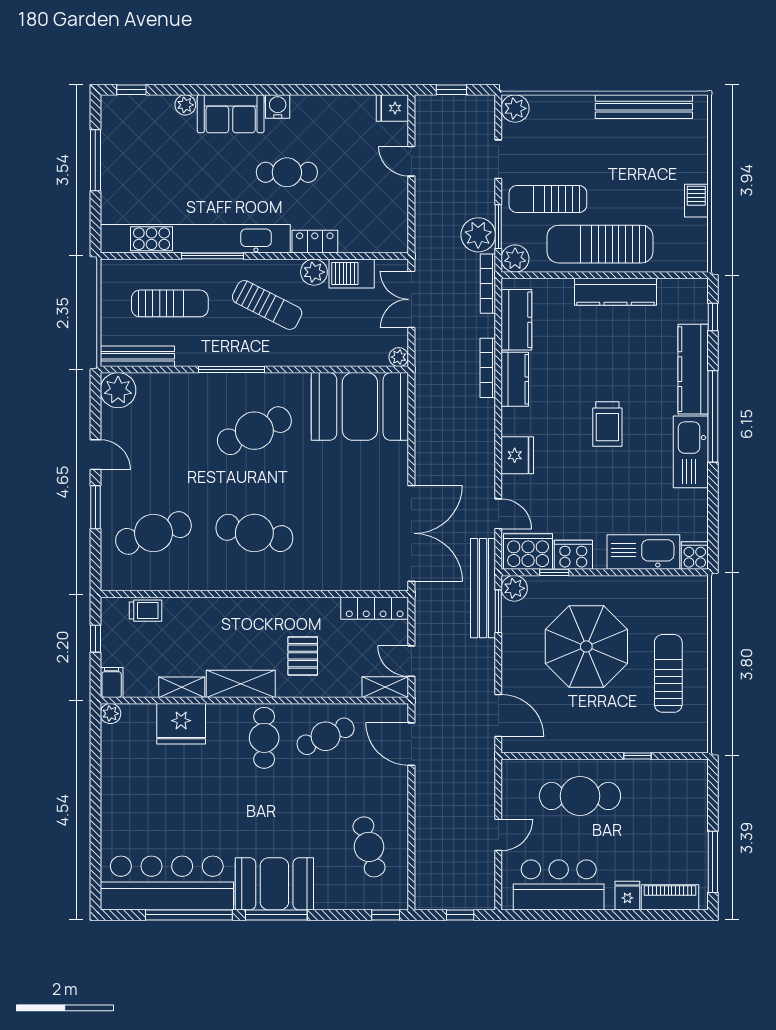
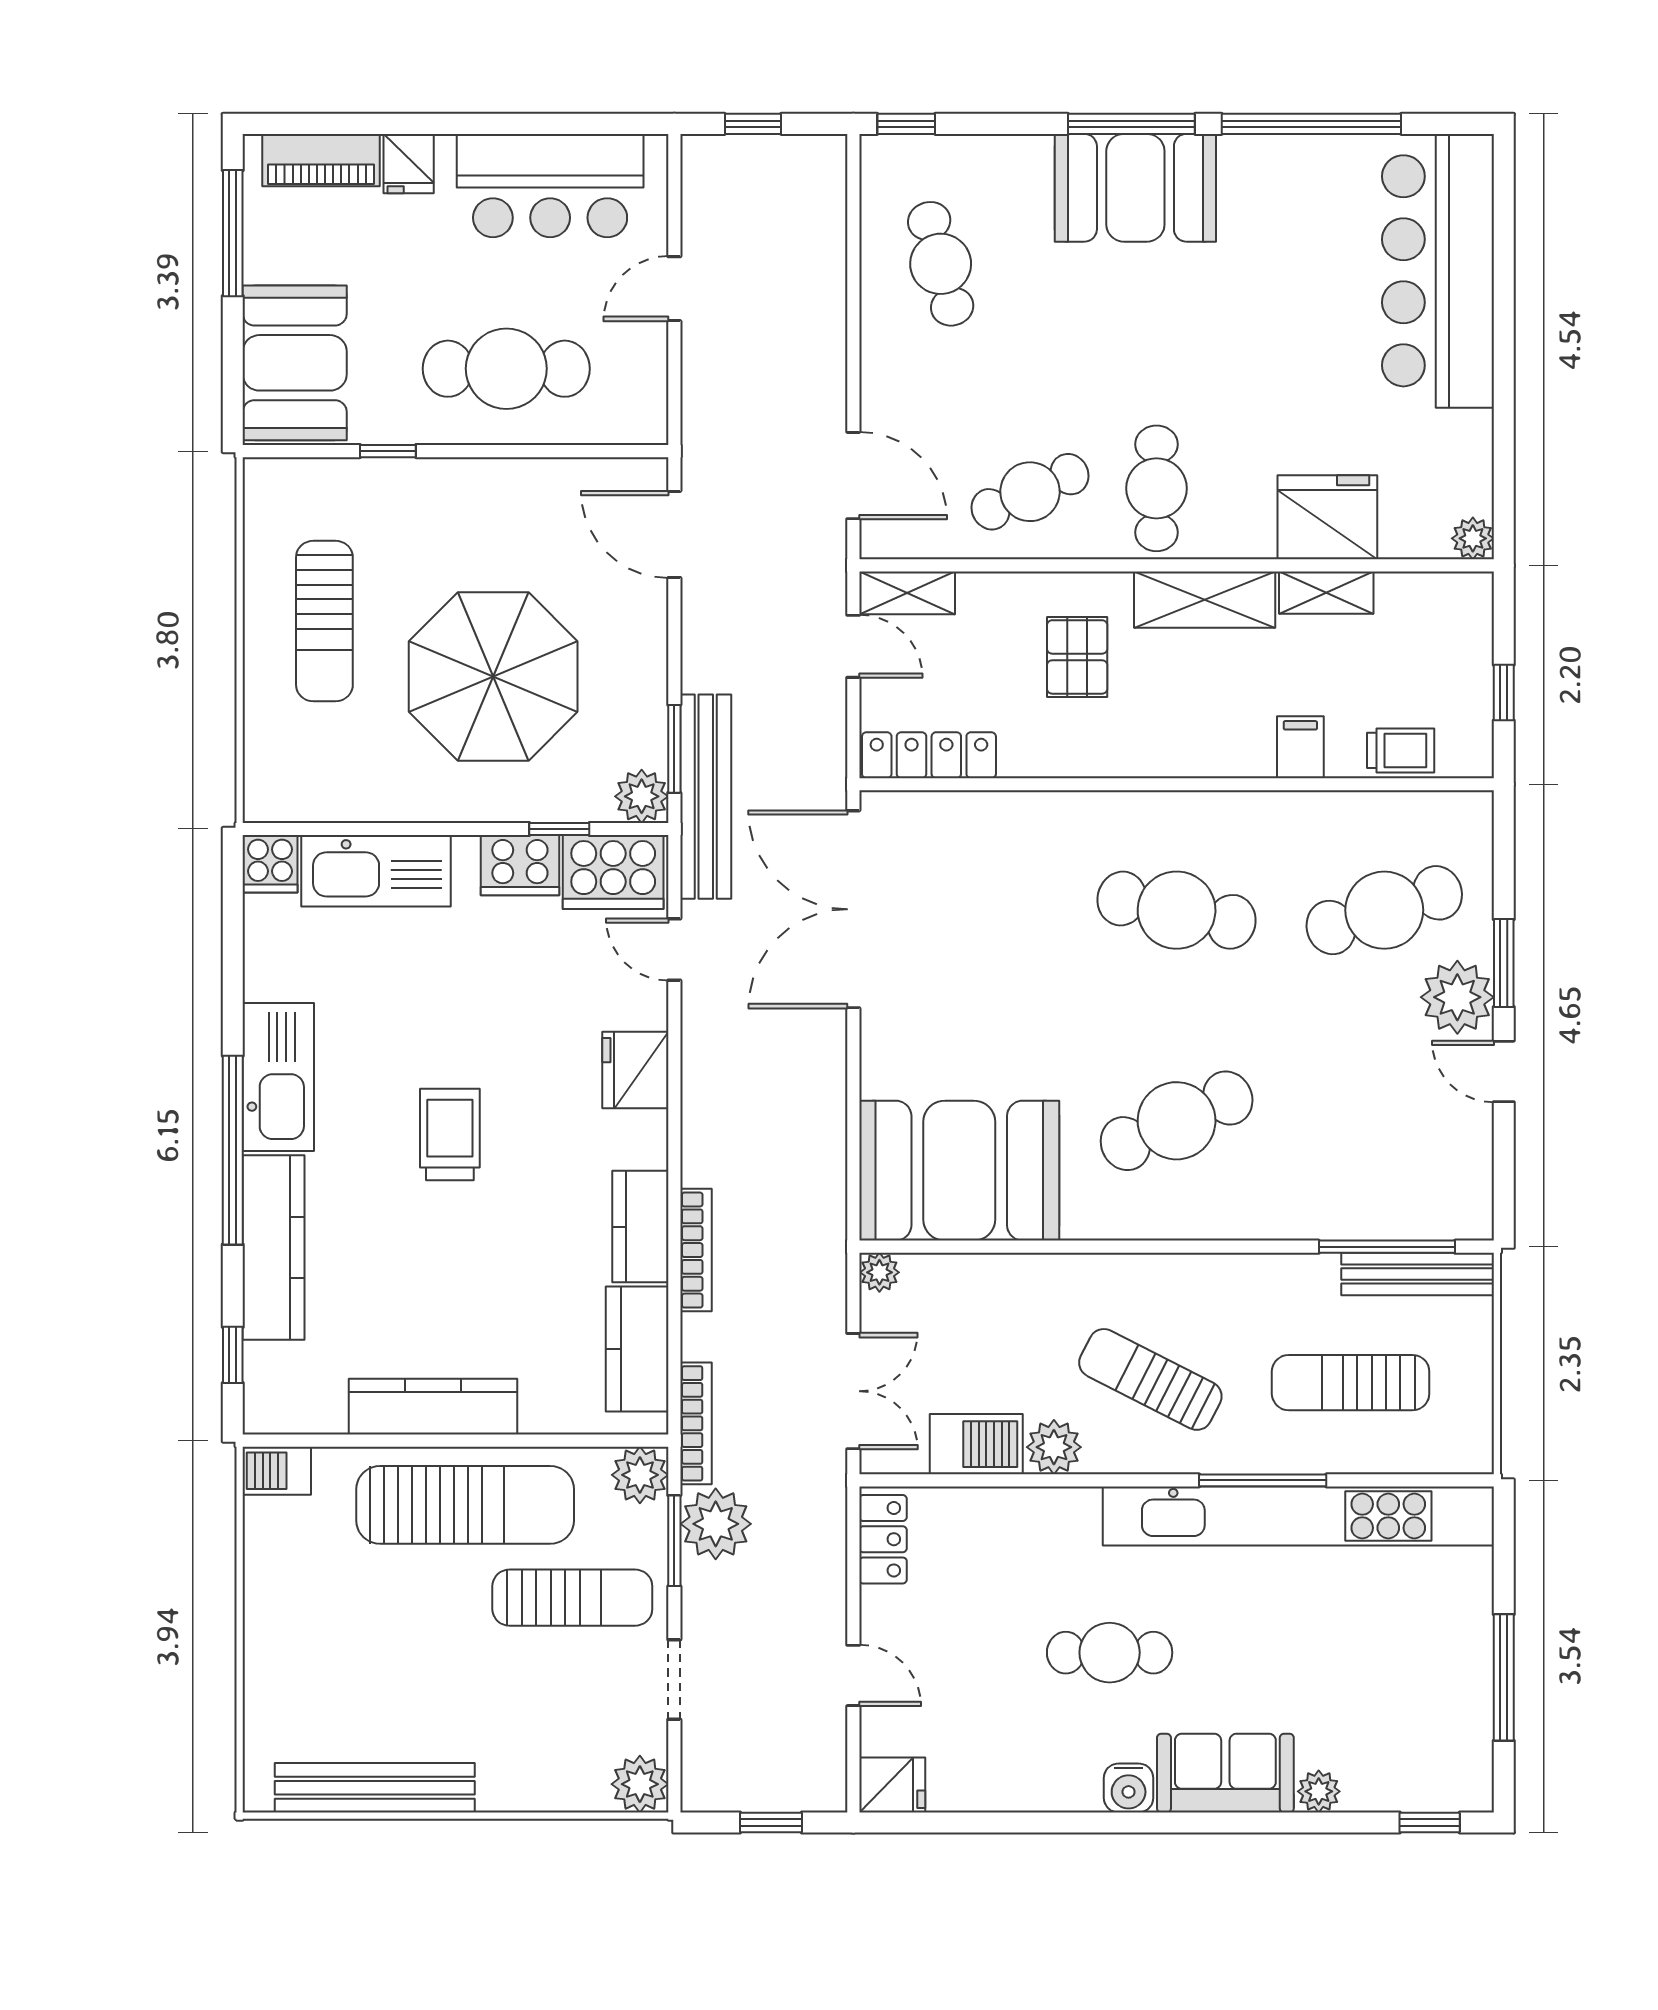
barbecue: (696, 201) -> (277, 1471), moved, turned 90
locker: (315, 242) -> (883, 1539), moved, turned -90
window: (231, 369) -> (1387, 1247), moved
plant: (118, 390) -> (1457, 997), moved
trolley: (145, 611) -> (1401, 750), turned 180
filing cabinet: (112, 682) -> (1300, 747), moved, turned 180
booth: (683, 799) -> (295, 363), added
bar counter: (167, 883) -> (1438, 271), moved, turned 90

